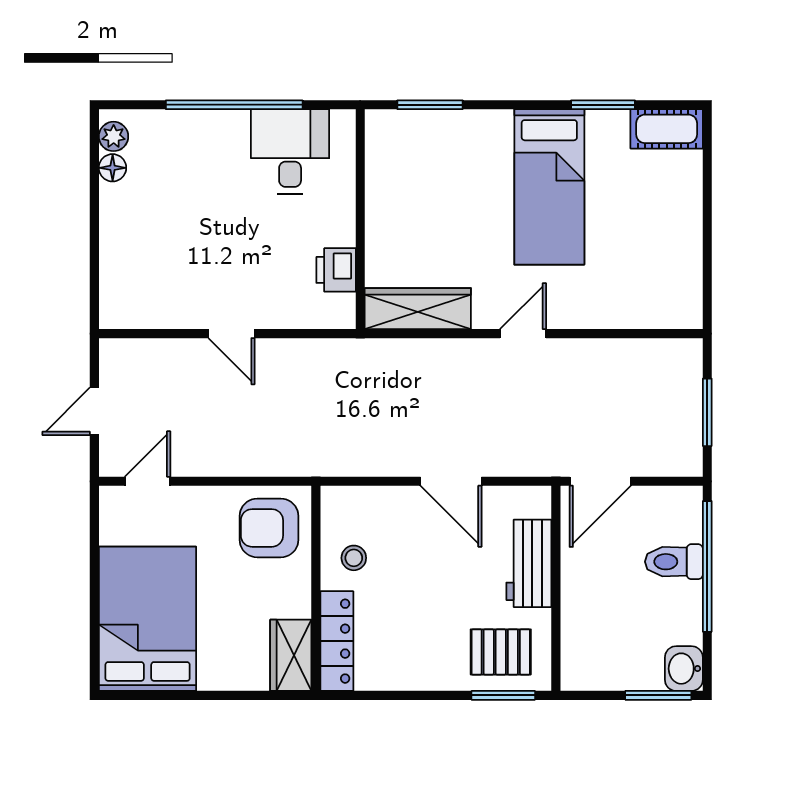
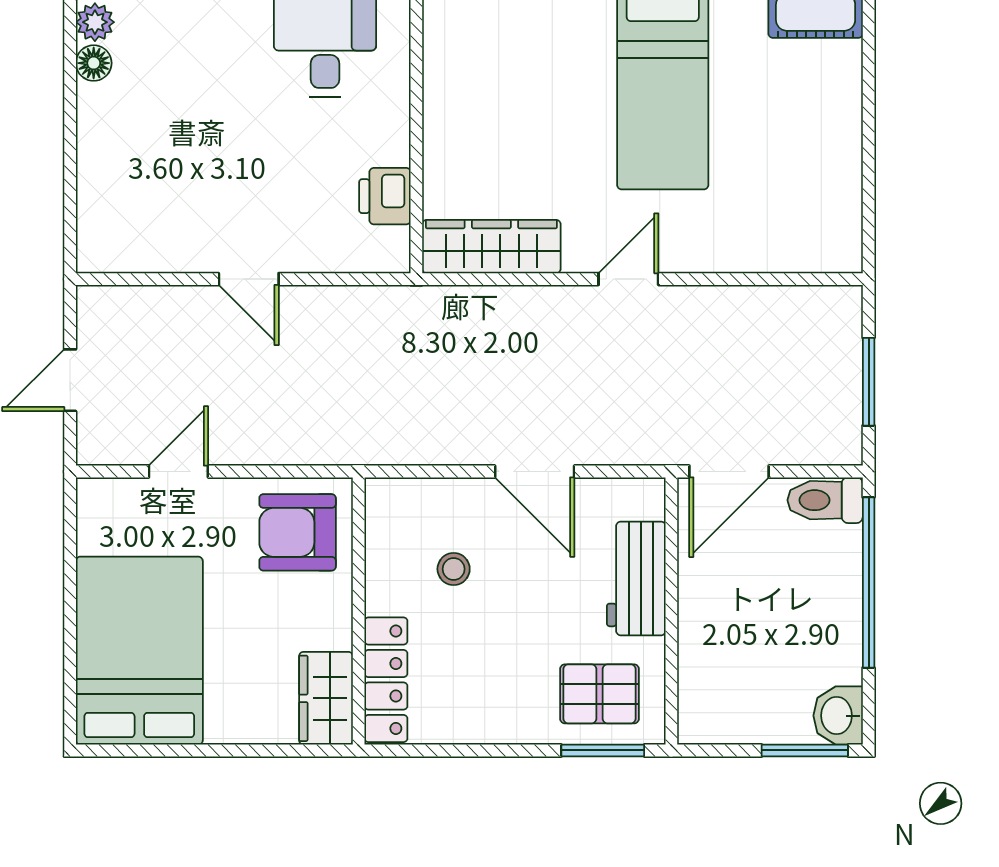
door: (147, 481) -> (178, 472), moved
stool: (354, 558) -> (454, 569), moved
toilet: (674, 562) -> (825, 500), moved

